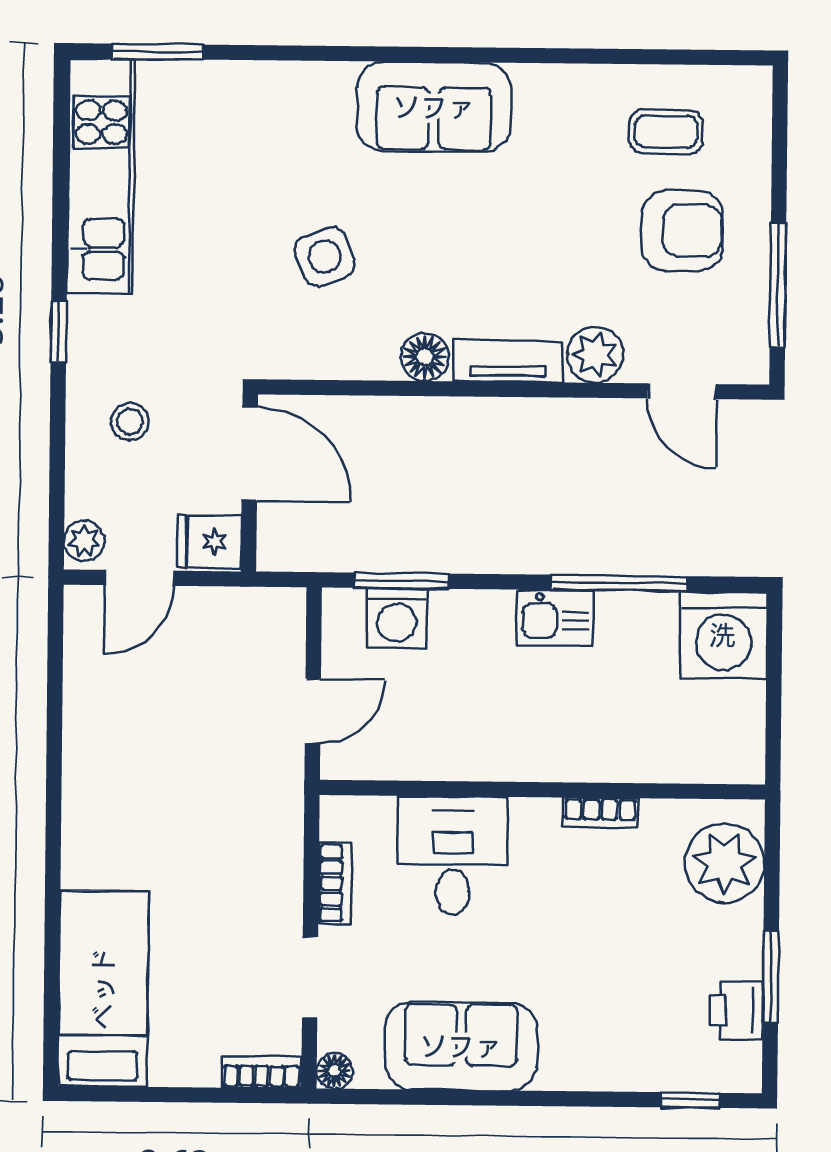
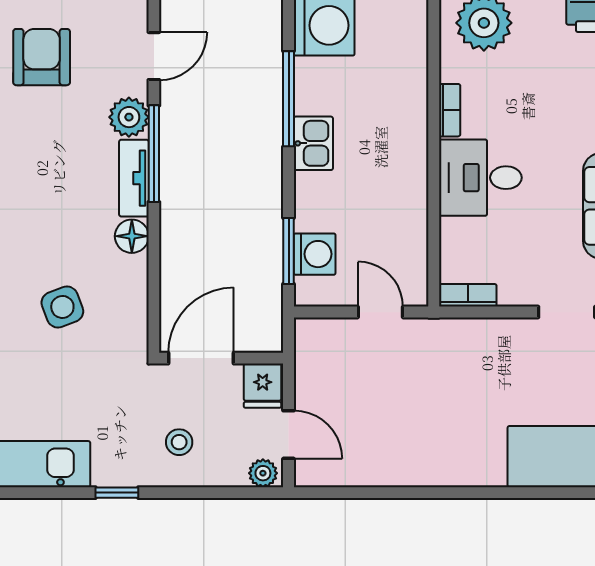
window: (543, 390) -> (154, 154), added
desk: (453, 855) -> (480, 178), moved
bookcase: (335, 883) -> (468, 295), moved

